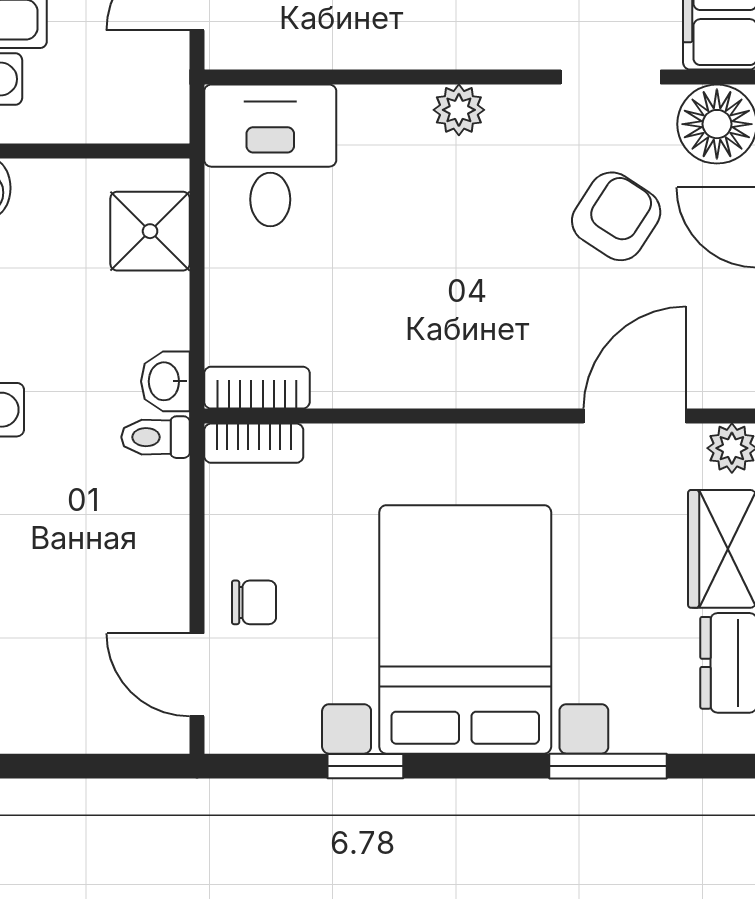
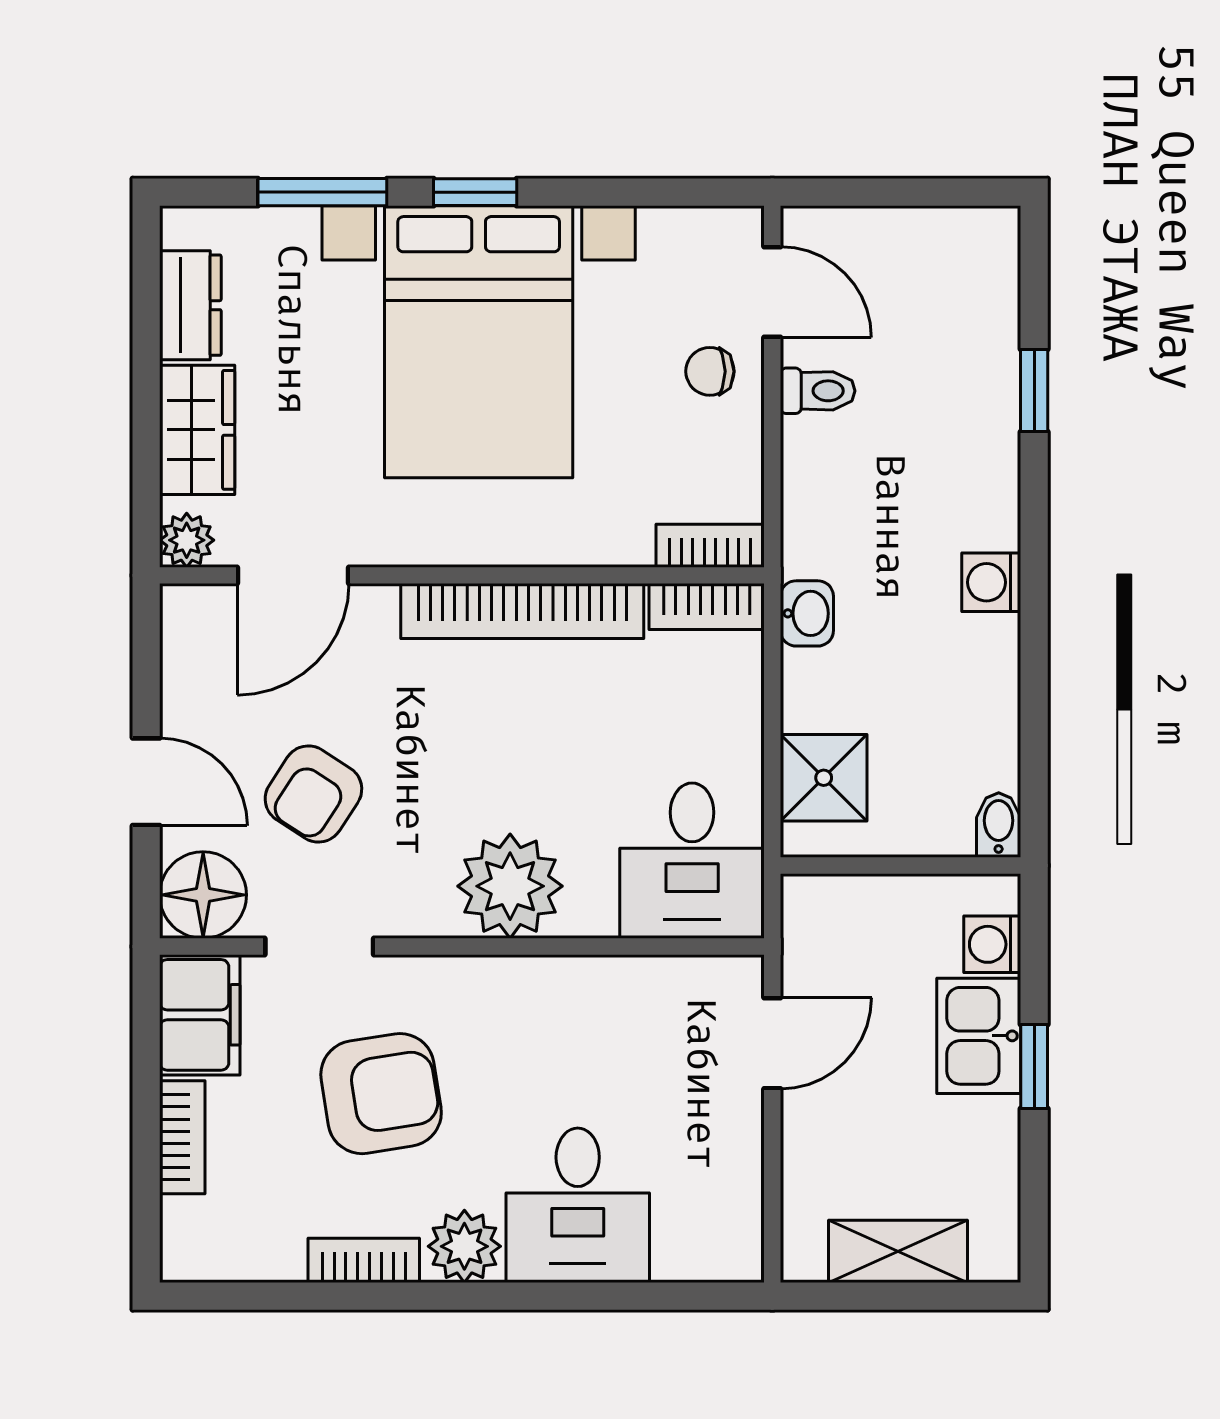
plant: (459, 110) -> (510, 886), width x1.87, depth x1.87
bookcase: (425, 383) -> (522, 611), added
toilet: (156, 437) -> (818, 391), moved
window: (365, 766) -> (475, 192), moved

